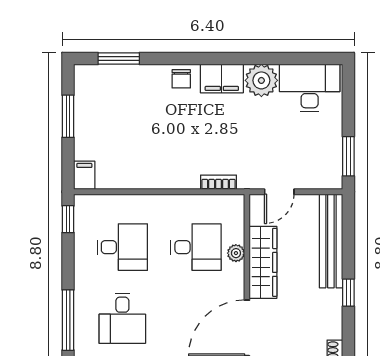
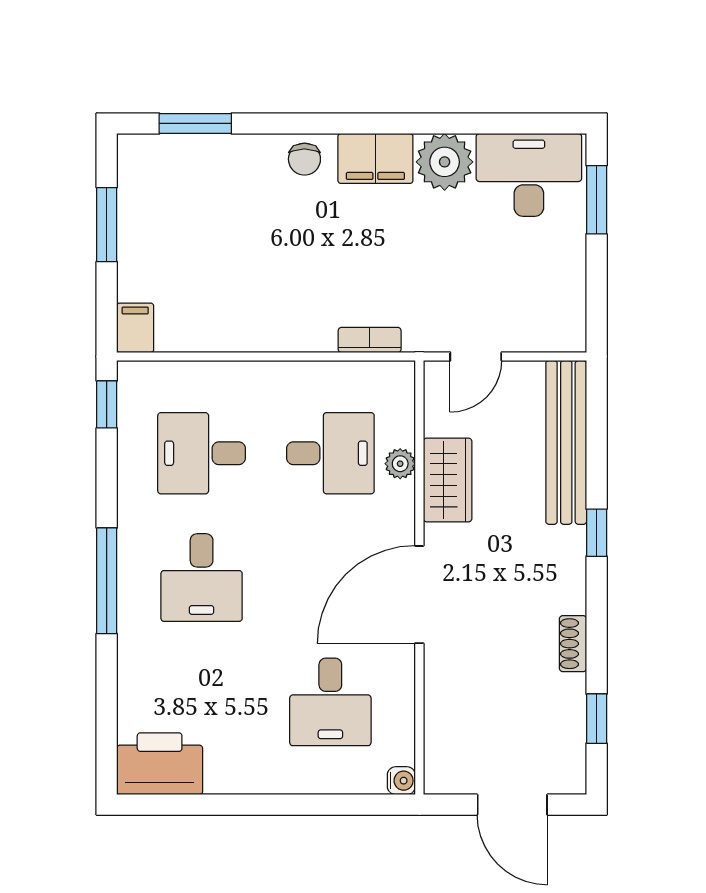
window: (348, 156) -> (597, 200), moved
desk: (122, 247) -> (202, 453), turned 180
wardrobe: (263, 262) -> (448, 480), width x0.67

